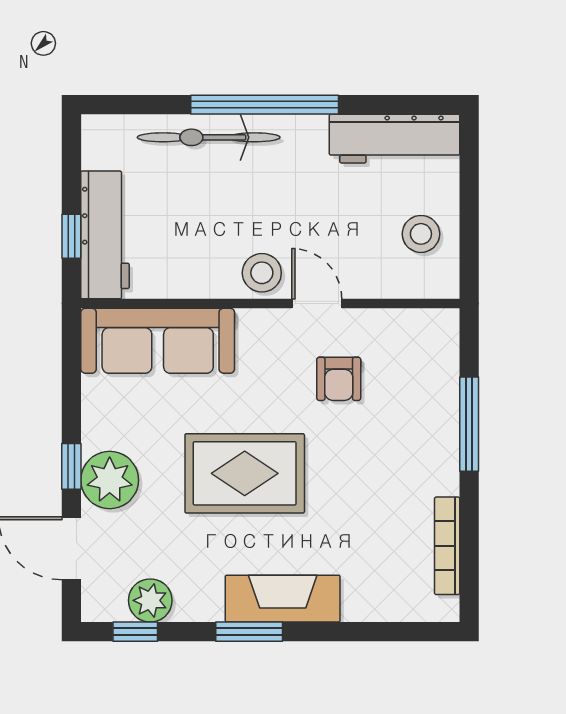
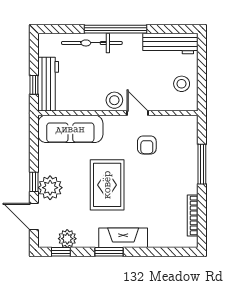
rug: (245, 473) -> (107, 185), turned 90

